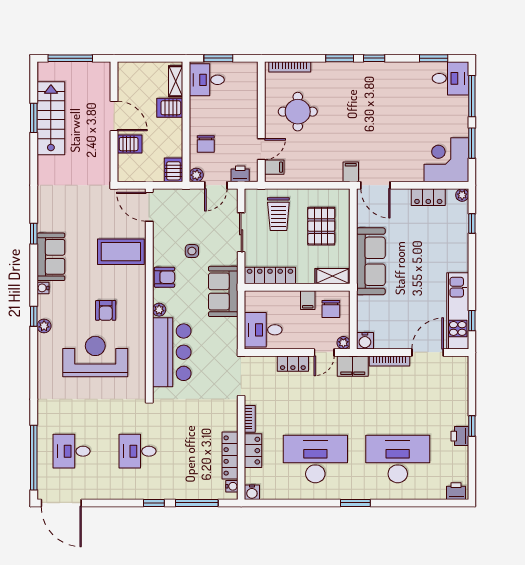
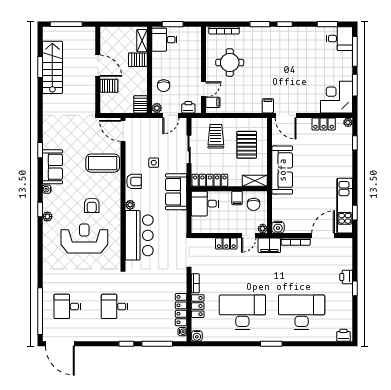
trolley: (278, 214) -> (216, 136), turned 180
desk: (263, 330) -> (205, 204), moved
printer: (460, 436) -> (346, 277), moved

